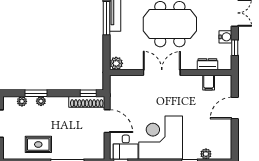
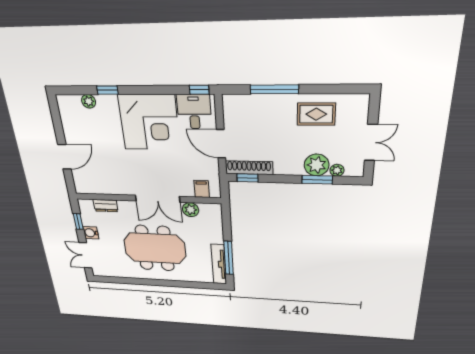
plant: (116, 63) -> (191, 210), moved
filing cabinet: (209, 83) -> (202, 189), moved
plant: (41, 101) -> (317, 165), width x1.88, depth x1.88

